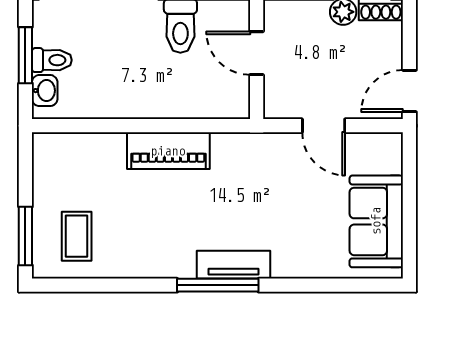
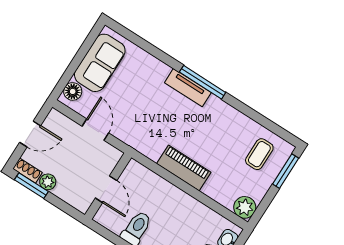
door: (409, 91) -> (30, 134), moved
plant: (50, 150) -> (245, 207), added
floor lamp: (388, 158) -> (73, 91), added

